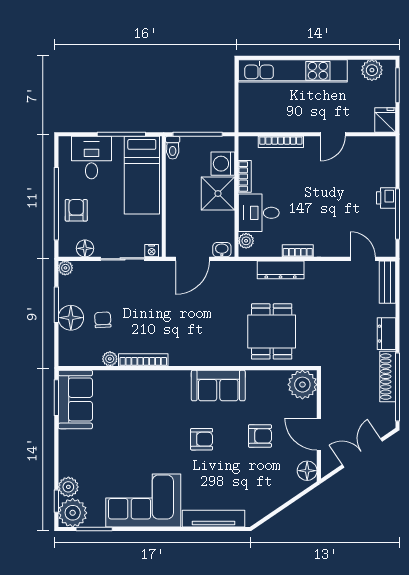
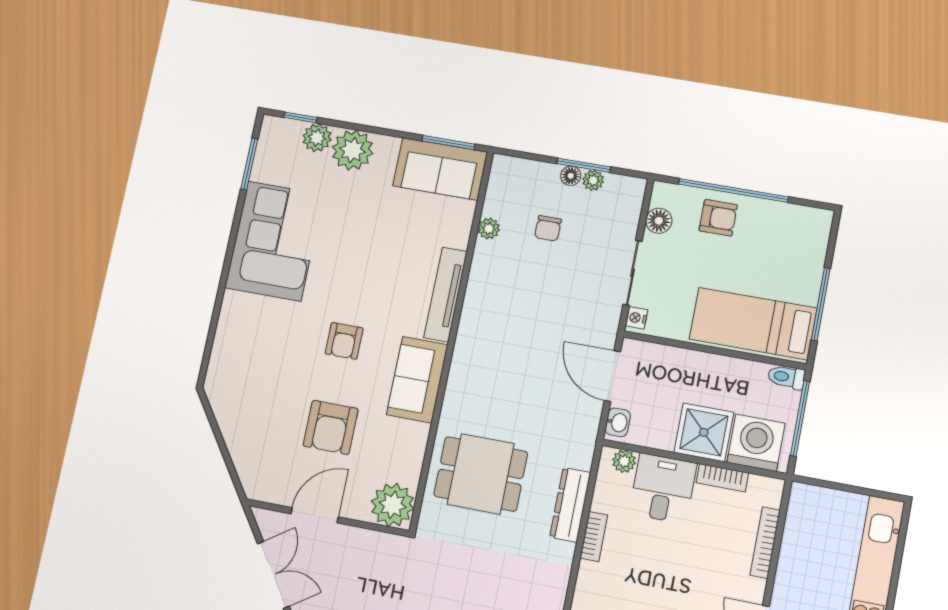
desk: (91, 158) -> (793, 254), removed
washing machine: (223, 164) -> (756, 443), width x1.37, depth x1.37
plant: (65, 268) -> (593, 180), moved
floor lamp: (71, 318) -> (571, 176), width x0.53, depth x0.53
chair: (103, 320) -> (548, 228), turned 93
bookcase: (143, 360) -> (477, 277), removed
armchair: (260, 436) -> (331, 427), width x1.38, depth x1.38
floor lamp: (307, 471) -> (265, 488), removed
plant: (73, 513) -> (353, 150), moved
tv unit: (213, 519) -> (445, 295), moved, turned 180

